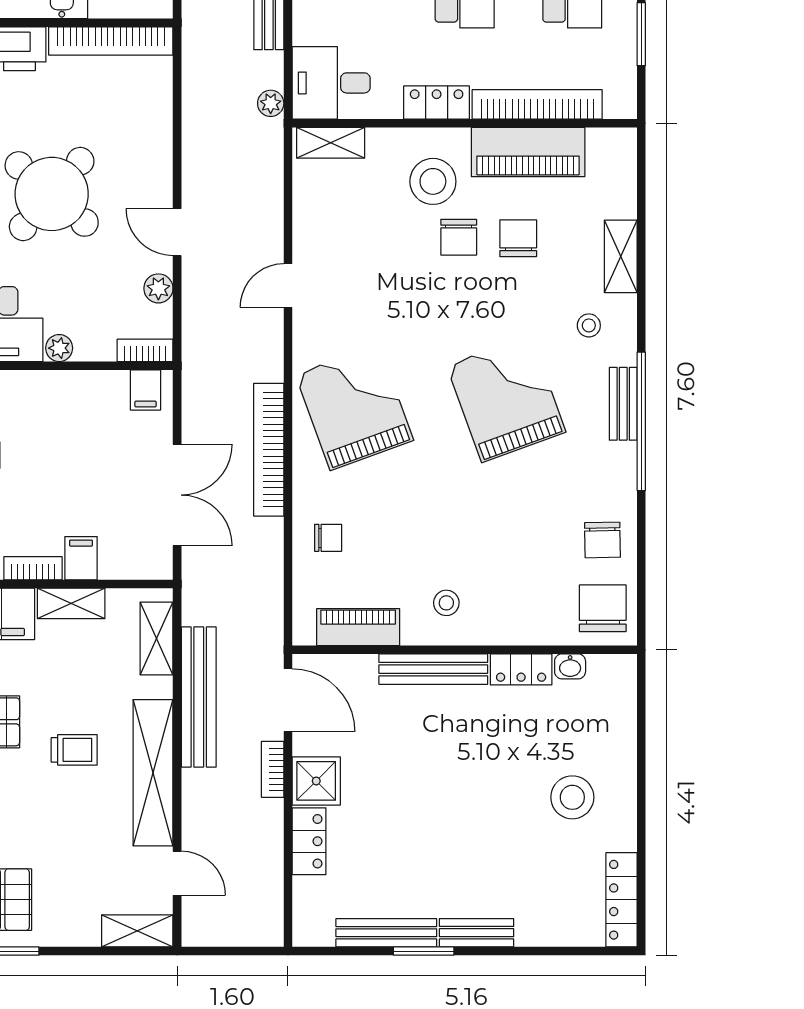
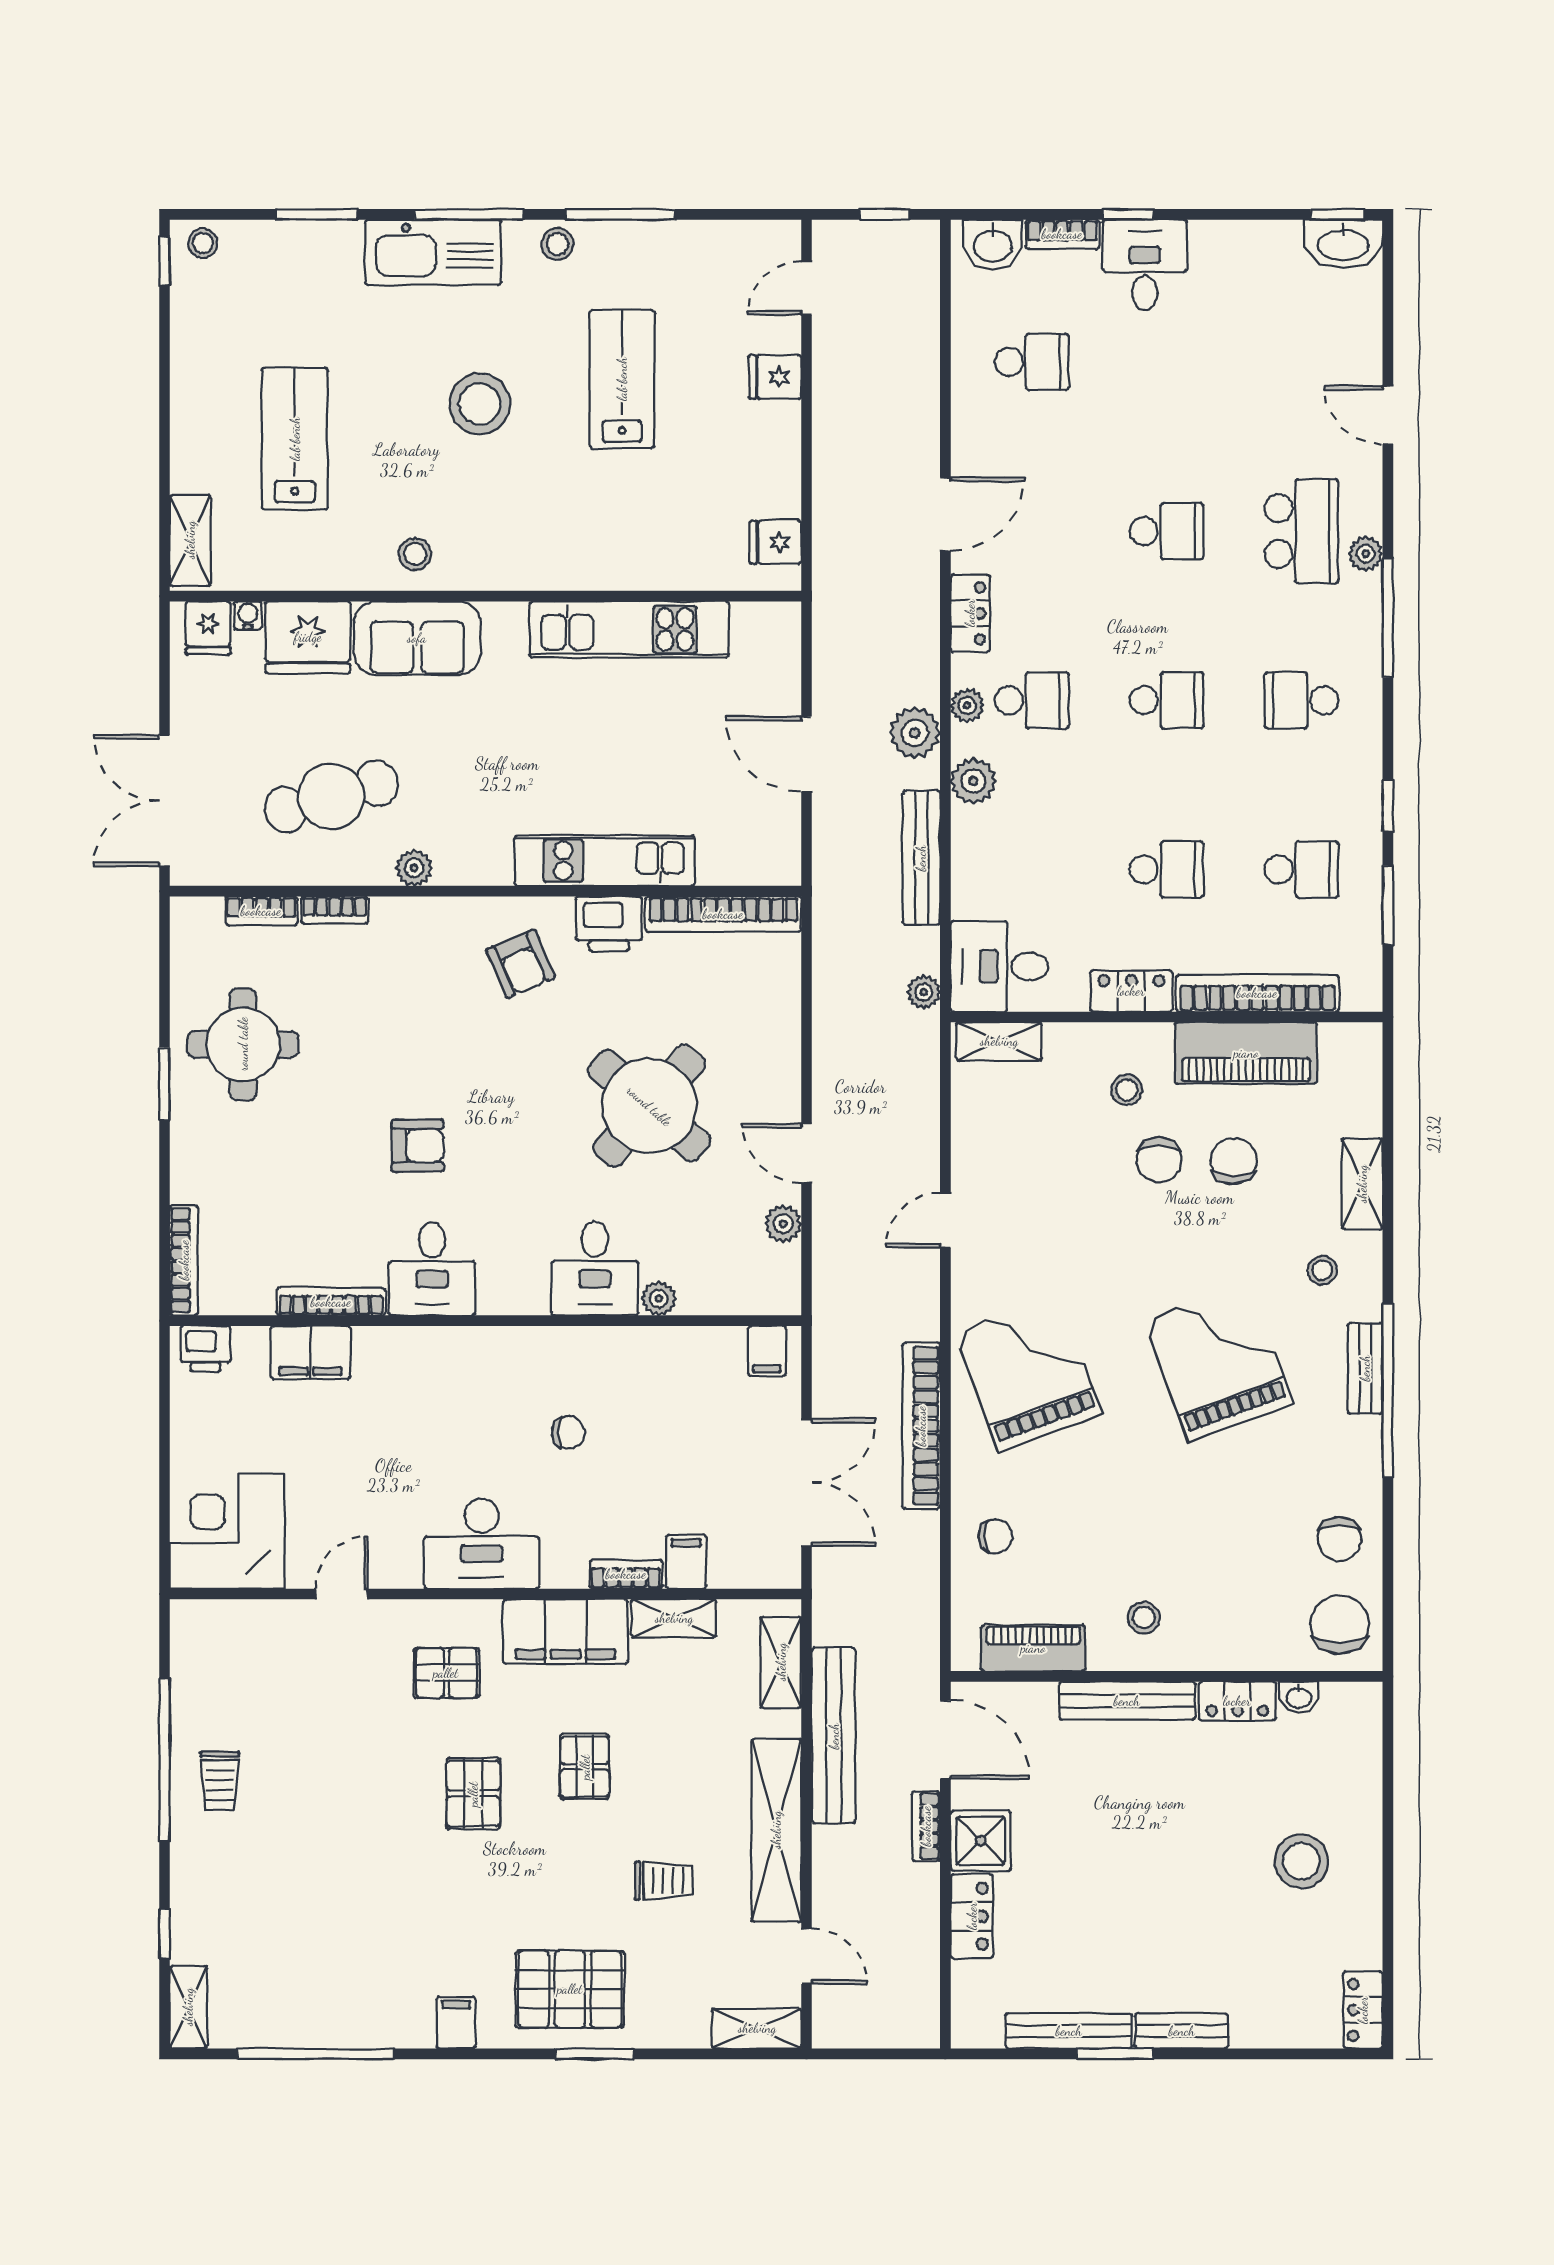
stool: (433, 181) -> (1127, 1090), width x0.53, depth x0.53
bookcase: (145, 350) -> (766, 1301), removed
trolley: (74, 750) -> (664, 1881), moved
locker: (621, 900) -> (1363, 2010), width x0.66

